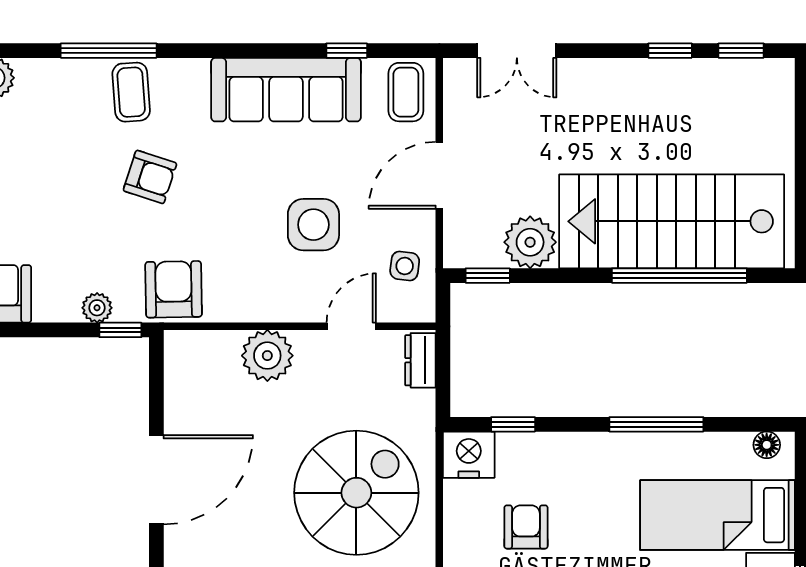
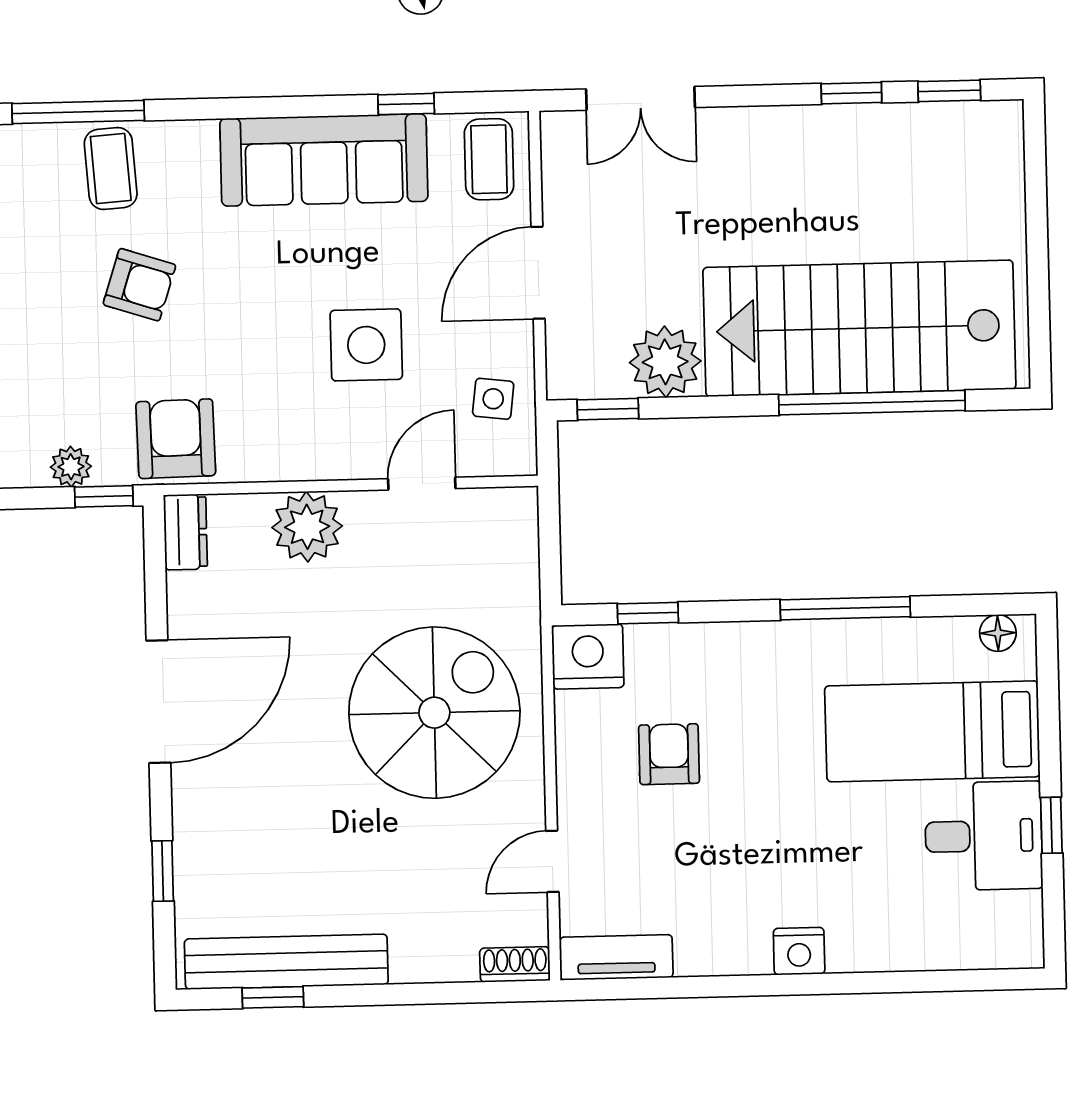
dresser: (420, 360) -> (185, 532), moved, turned 180

